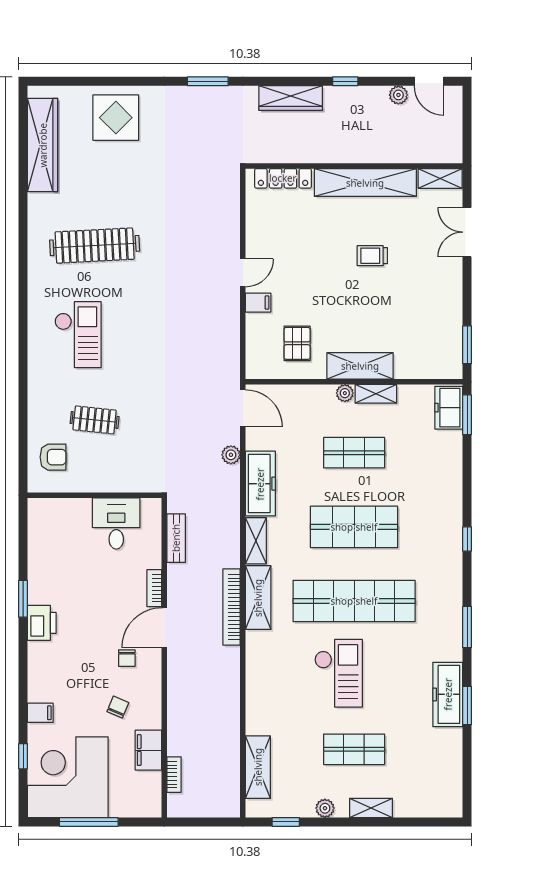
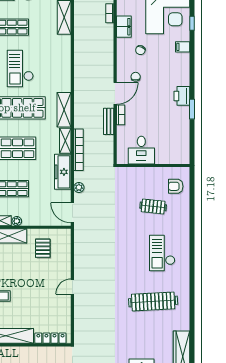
filing cabinet: (258, 303) -> (64, 270), removed
bench: (176, 538) -> (109, 121), moved
bookcase: (232, 607) -> (78, 150), moved

